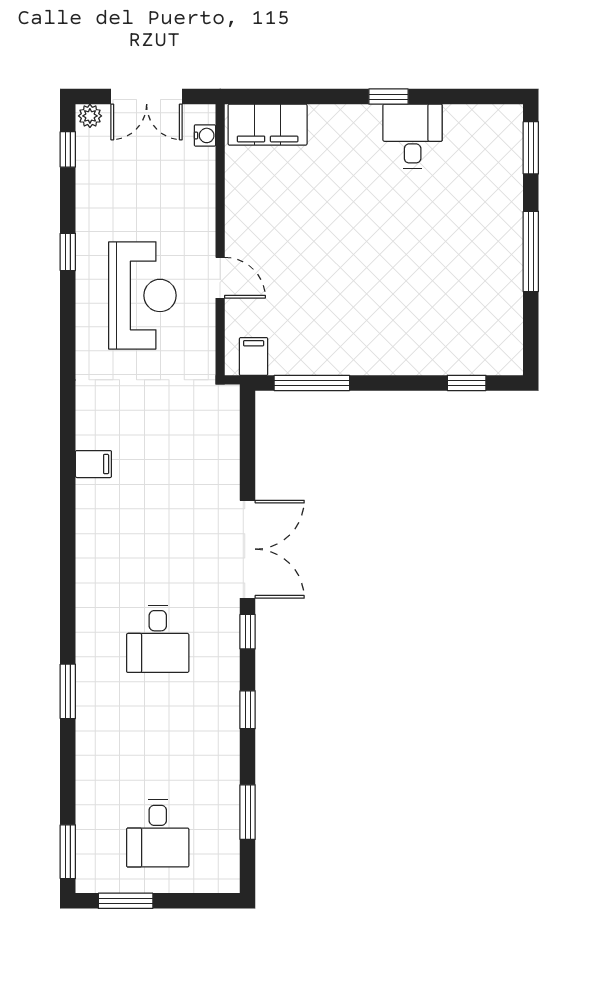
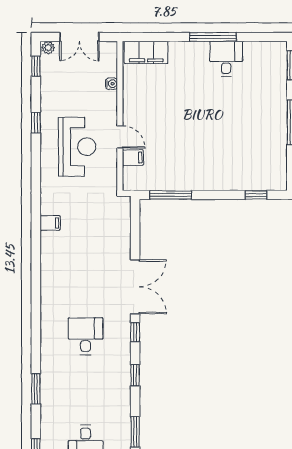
window: (389, 97) -> (213, 37), width x2.17
water cooler: (205, 135) -> (112, 84), moved
filing cabinet: (254, 356) -> (133, 158), moved, turned 90
filing cabinet: (93, 464) -> (50, 223), moved
desk: (158, 639) -> (85, 336), turned 180
window: (68, 691) -> (36, 389), moved

